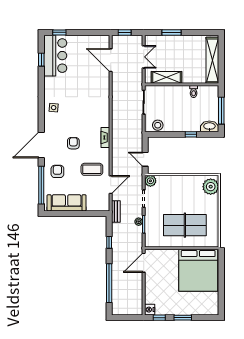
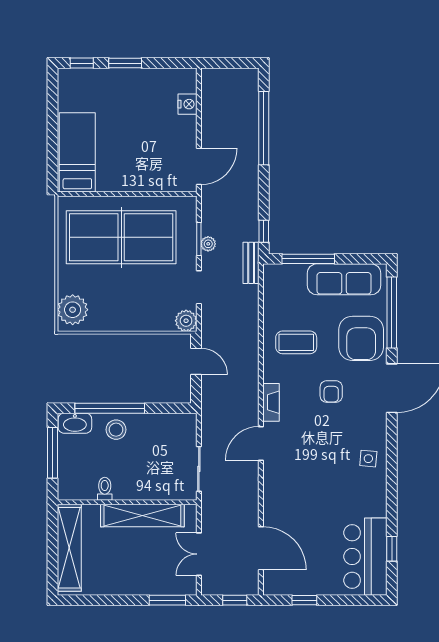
window: (59, 32) -> (304, 600), moved
window: (172, 32) -> (167, 600), moved
shelving: (167, 77) -> (142, 516), width x1.47
stool: (158, 125) -> (116, 430), moved
window: (191, 134) -> (110, 408), width x3.17
armchair: (57, 171) -> (361, 338), width x1.88, depth x1.88
door: (111, 185) -> (261, 443), moved
window: (86, 214) -> (308, 259), added
table tennis table: (185, 225) -> (121, 237), width x1.36, depth x1.32
window: (109, 242) -> (264, 231), moved
bed: (198, 270) -> (77, 152), width x0.49
nightstand: (150, 310) -> (188, 104), moved
window: (159, 318) -> (82, 63), moved

